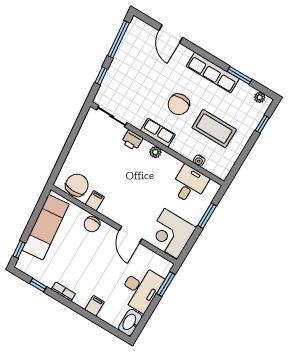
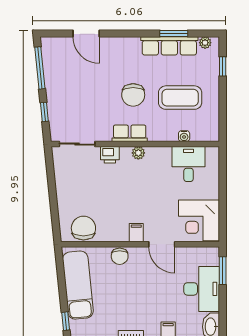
row of seats: (213, 72) -> (169, 46), moved
filing cabinet: (95, 201) -> (136, 233), moved
window: (207, 216) -> (223, 183), removed

